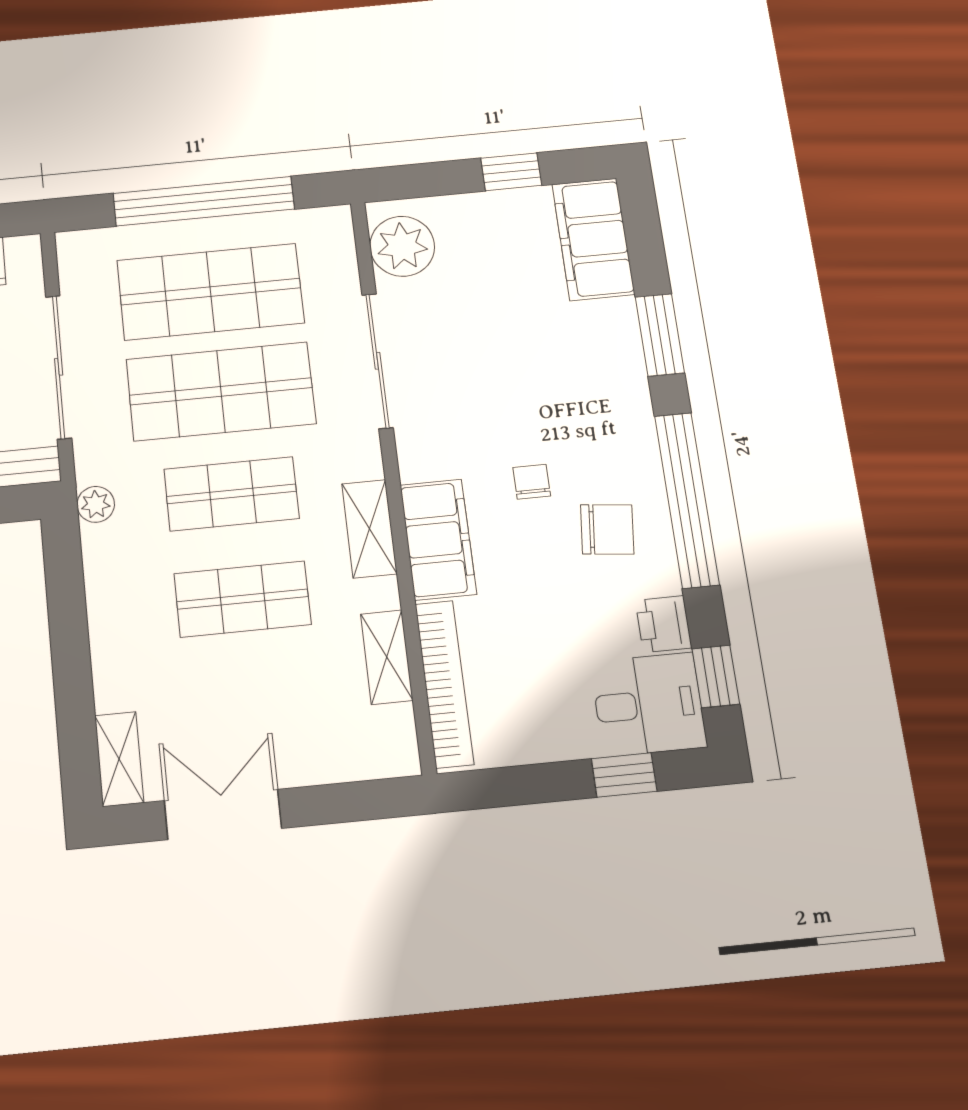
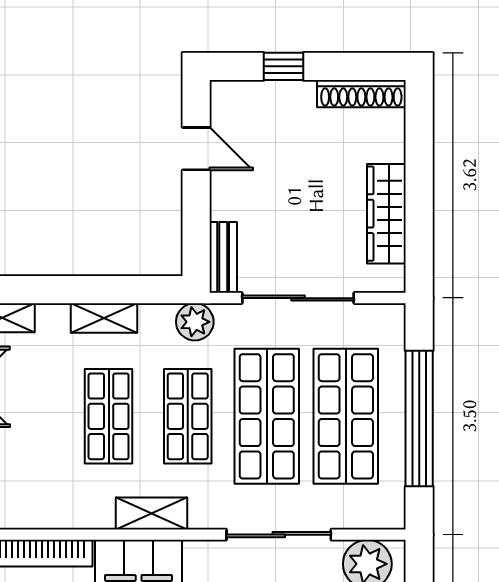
plant: (96, 504) -> (195, 322), width x1.38, depth x1.38
shelving: (387, 657) -> (104, 318), moved

